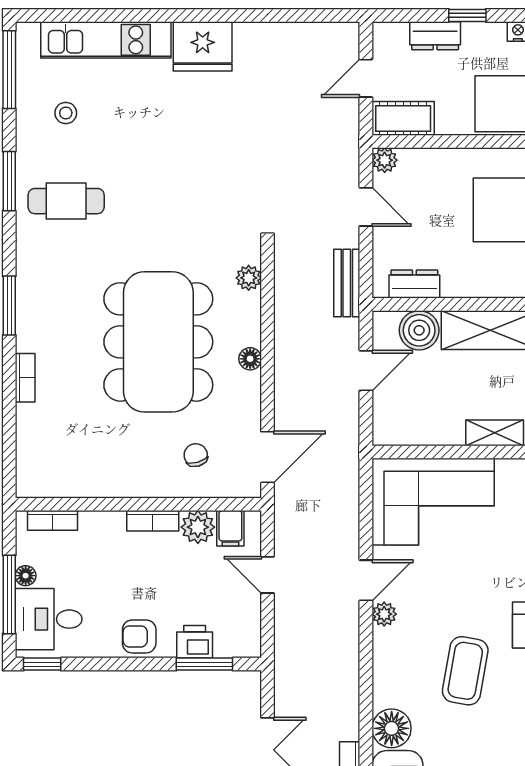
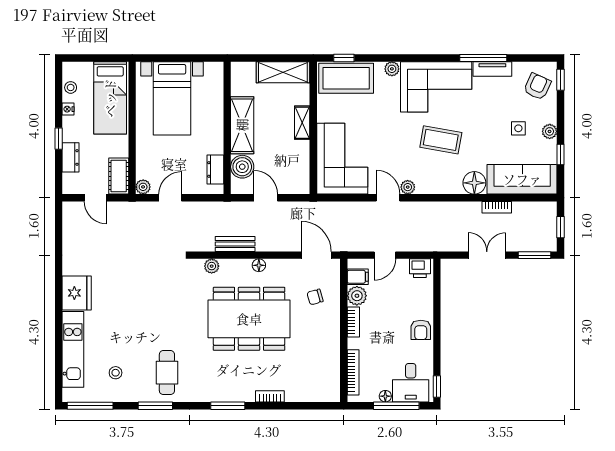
bench: (347, 283) -> (235, 244), moved
bookcase: (53, 520) -> (353, 372), width x1.56
printer: (195, 642) -> (420, 268), moved, turned -90
window: (204, 664) -> (437, 292), removed

